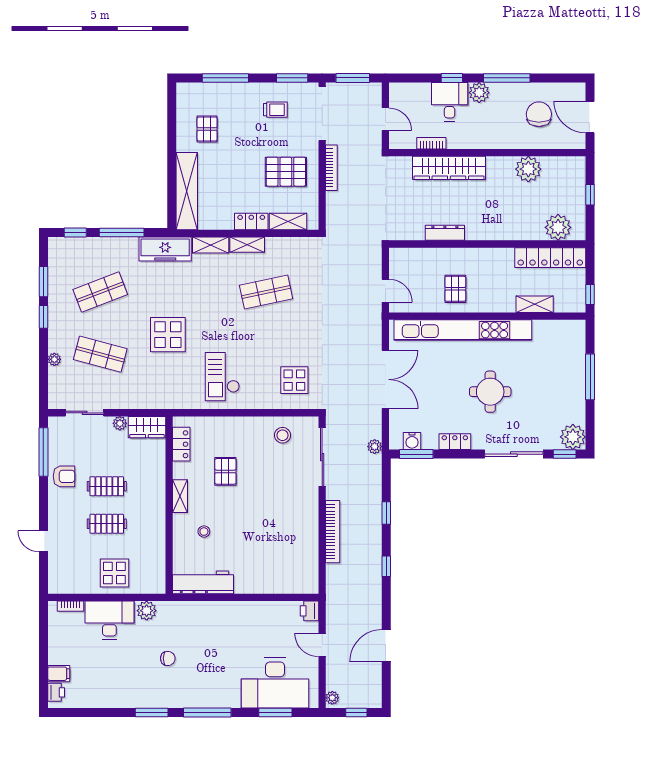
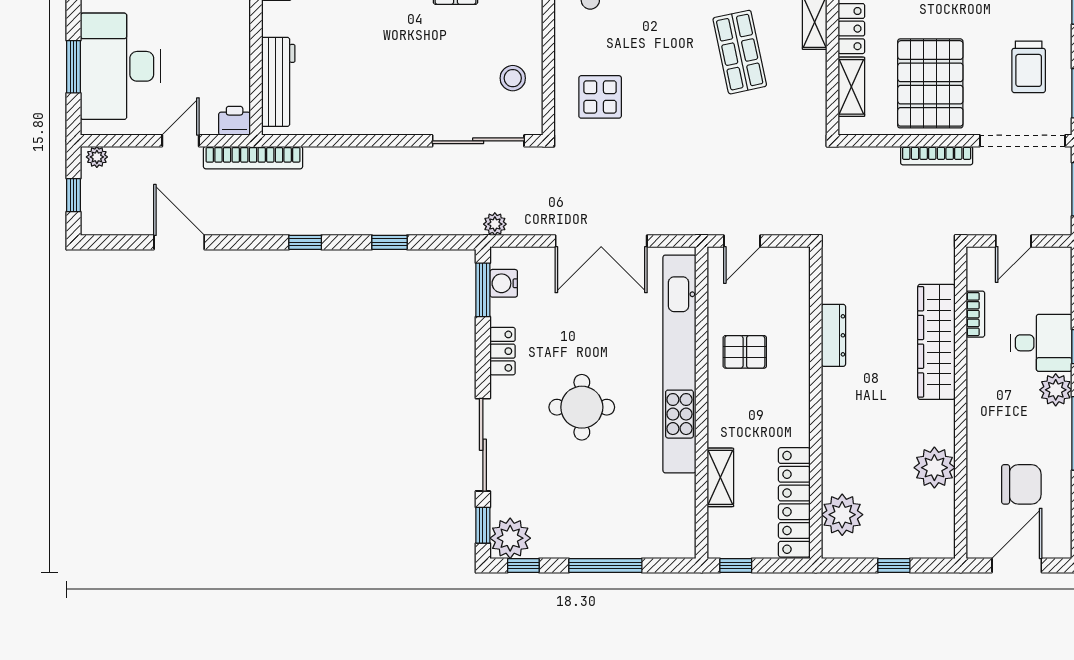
trolley: (275, 110) -> (1029, 67), width x1.36, depth x1.39
pallet: (286, 172) -> (930, 83), width x1.37, depth x1.41
window: (590, 429) -> (523, 566), added
bookcase: (333, 532) -> (253, 158), moved
workbench: (285, 583) -> (278, 82), added

